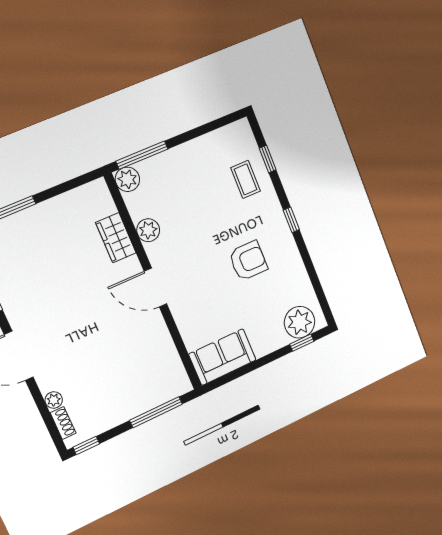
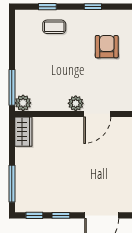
plant: (148, 230) -> (76, 103), moved
wardrobe: (116, 238) -> (23, 132), moved, turned -90

